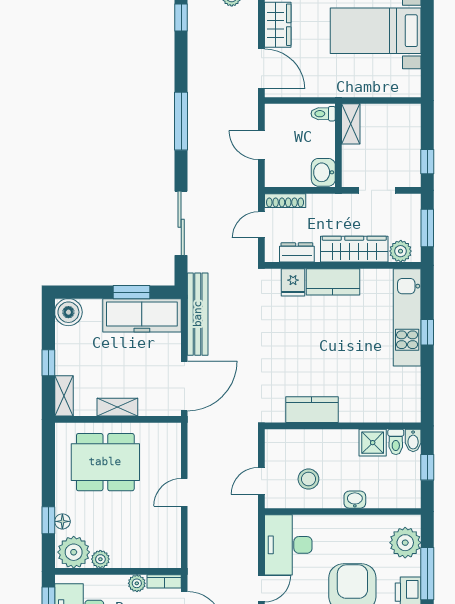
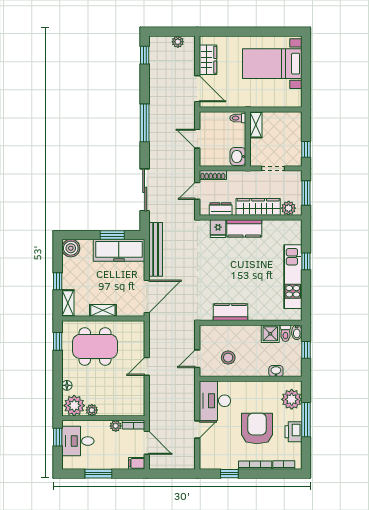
kitchen unit: (407, 317) -> (293, 277), moved
washbasin: (355, 500) -> (276, 371), moved
window: (48, 520) -> (58, 341), moved

